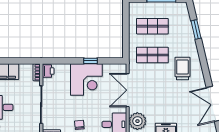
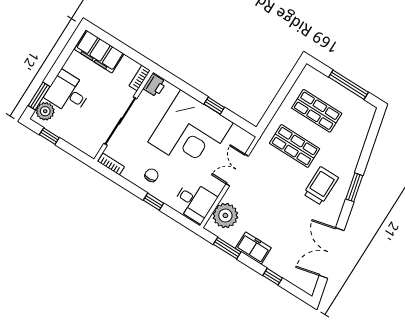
window: (196, 30) -> (354, 187), moved
corner desk: (86, 80) -> (191, 132), width x1.36, depth x1.36
double door: (128, 90) -> (237, 170), width x0.73

